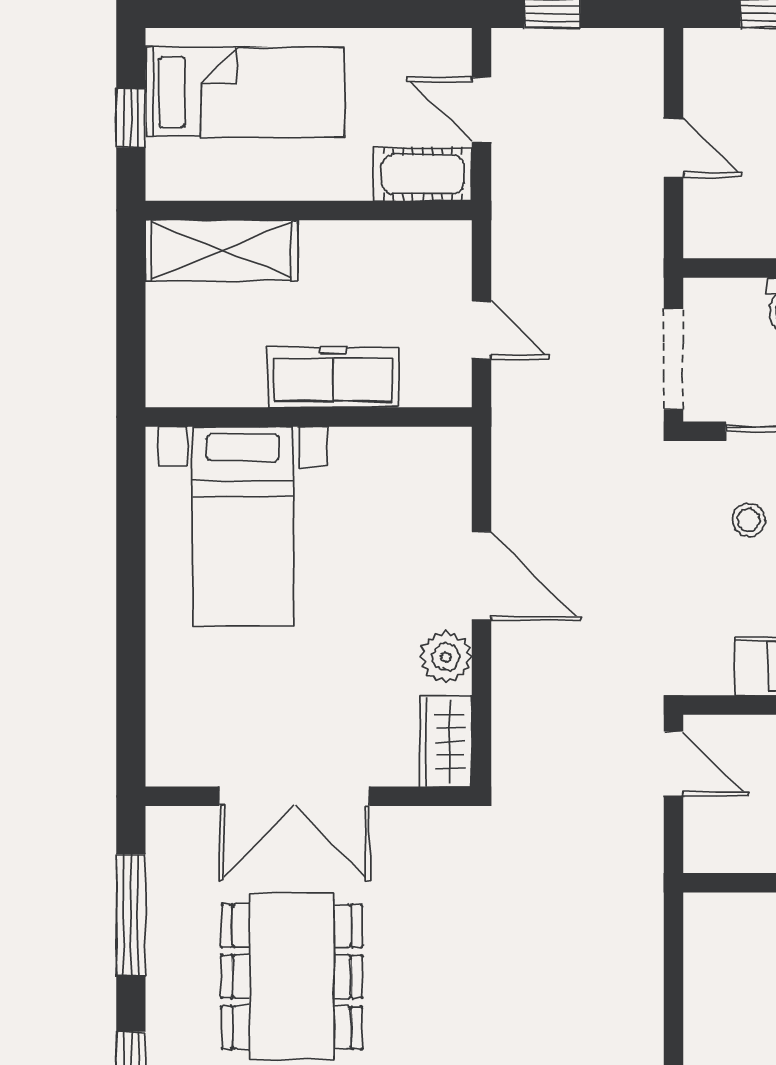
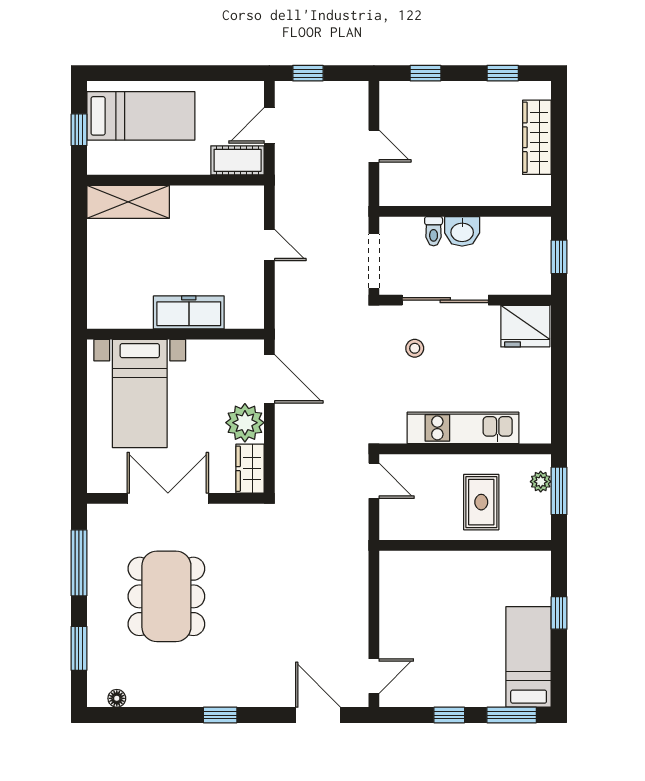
door: (481, 110) -> (269, 125), hinge flipped
freezer: (333, 377) -> (189, 312), moved
wall: (309, 417) -> (176, 334), moved
bed with nightstands: (243, 526) -> (140, 393), moved
plant: (446, 657) -> (245, 423), width x1.36, depth x1.36
double door: (294, 796) -> (168, 498), swing flipped

